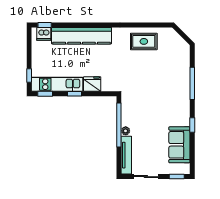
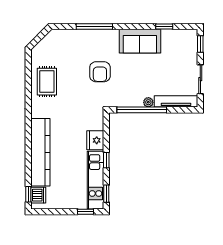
armchair: (152, 88) -> (100, 72), added
window: (192, 125) -> (164, 26), moved
sofa: (179, 145) -> (140, 41), moved

